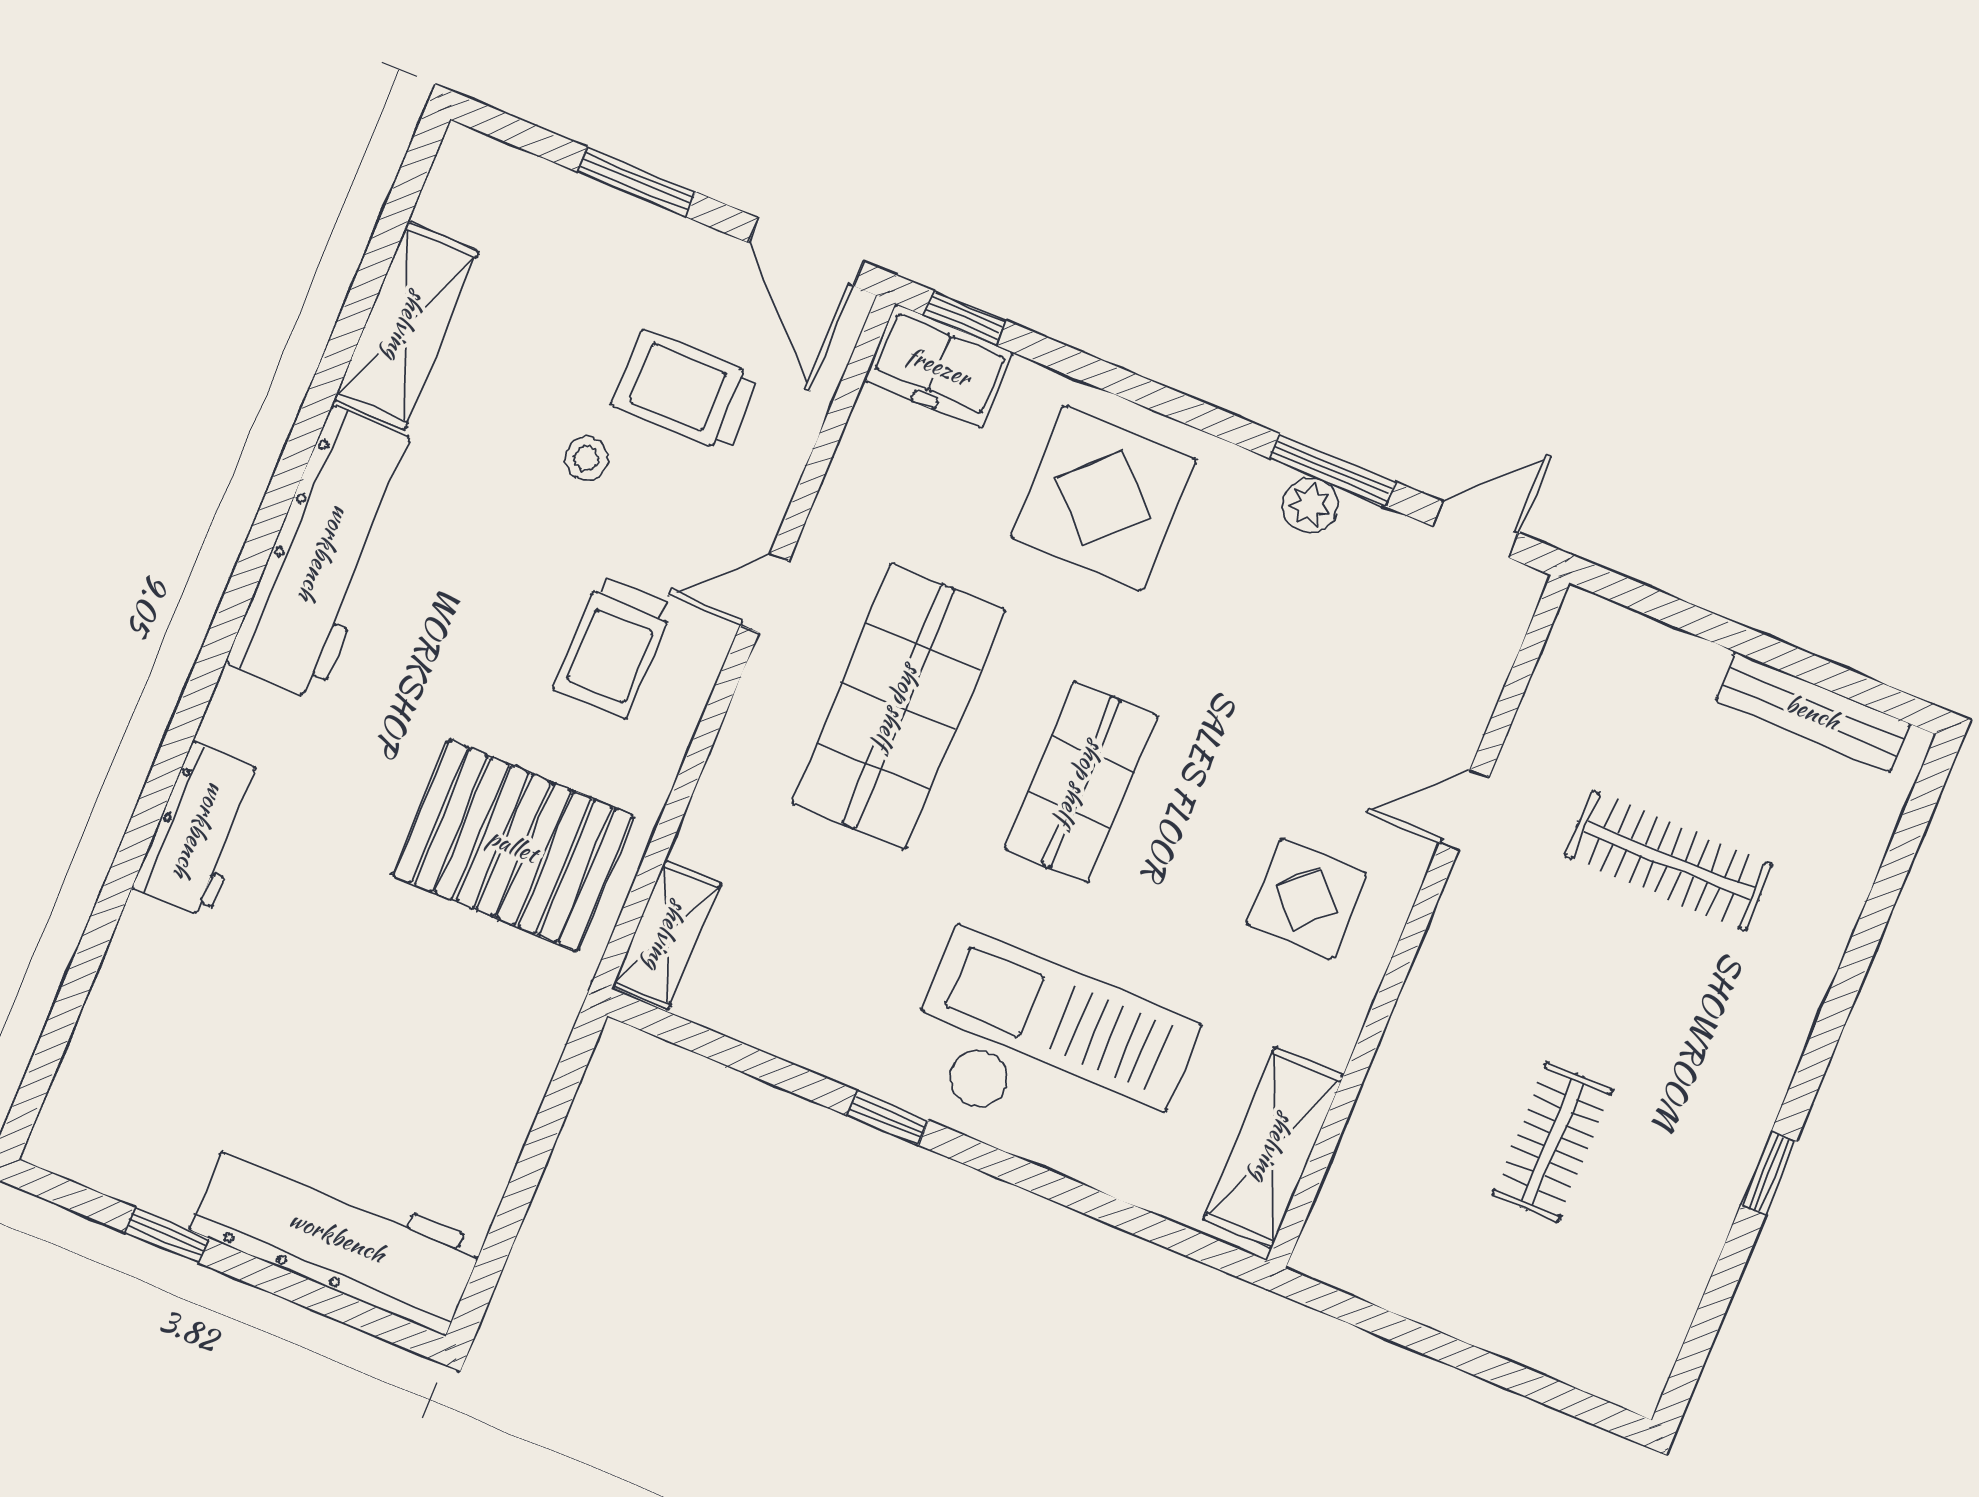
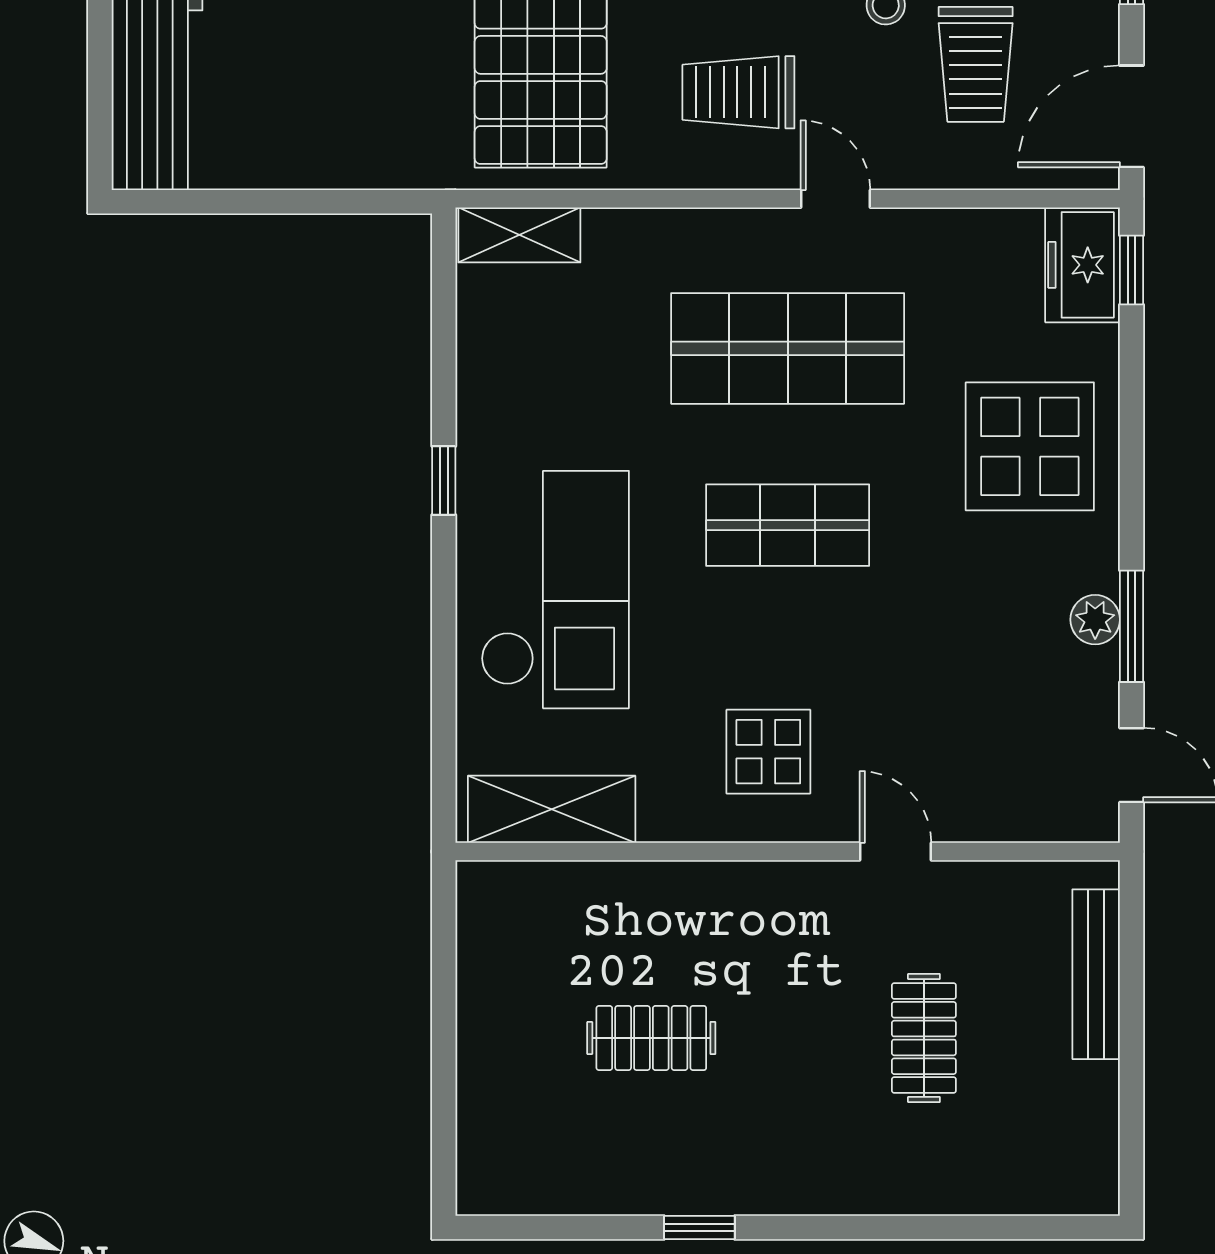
trolley: (686, 391) -> (976, 64), turned 180
bench: (1813, 712) -> (1096, 974), moved
clothes rail: (1669, 861) -> (924, 1038), width x0.73

